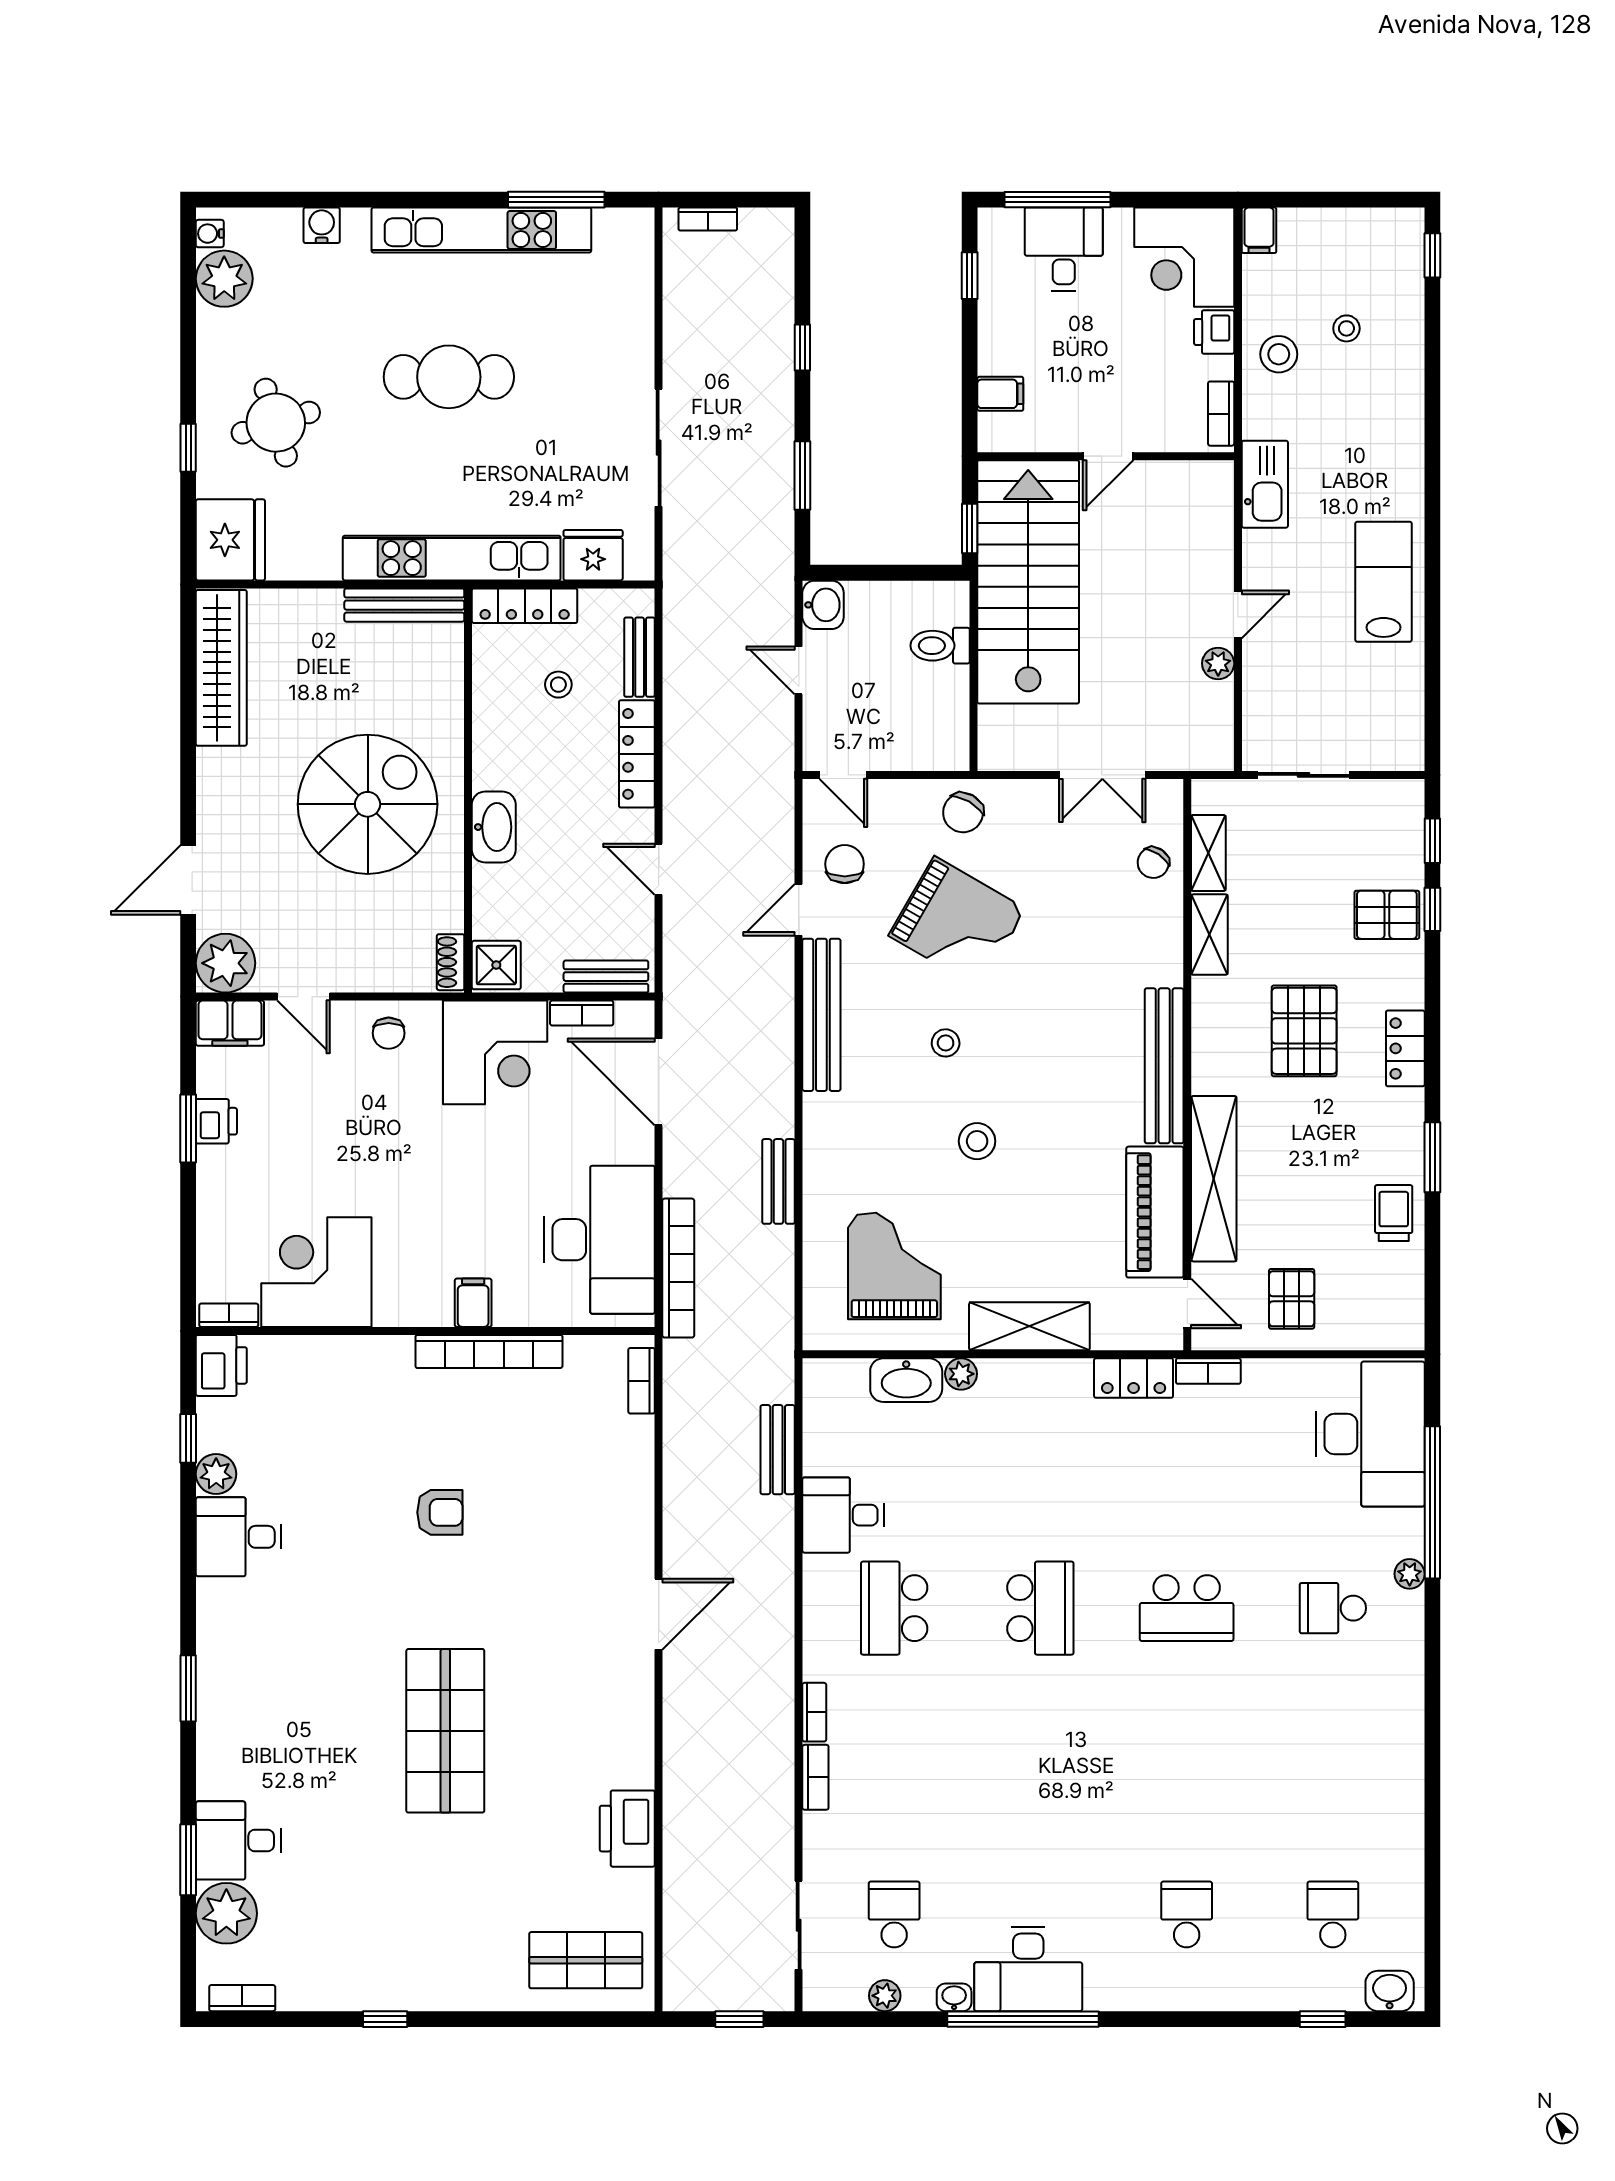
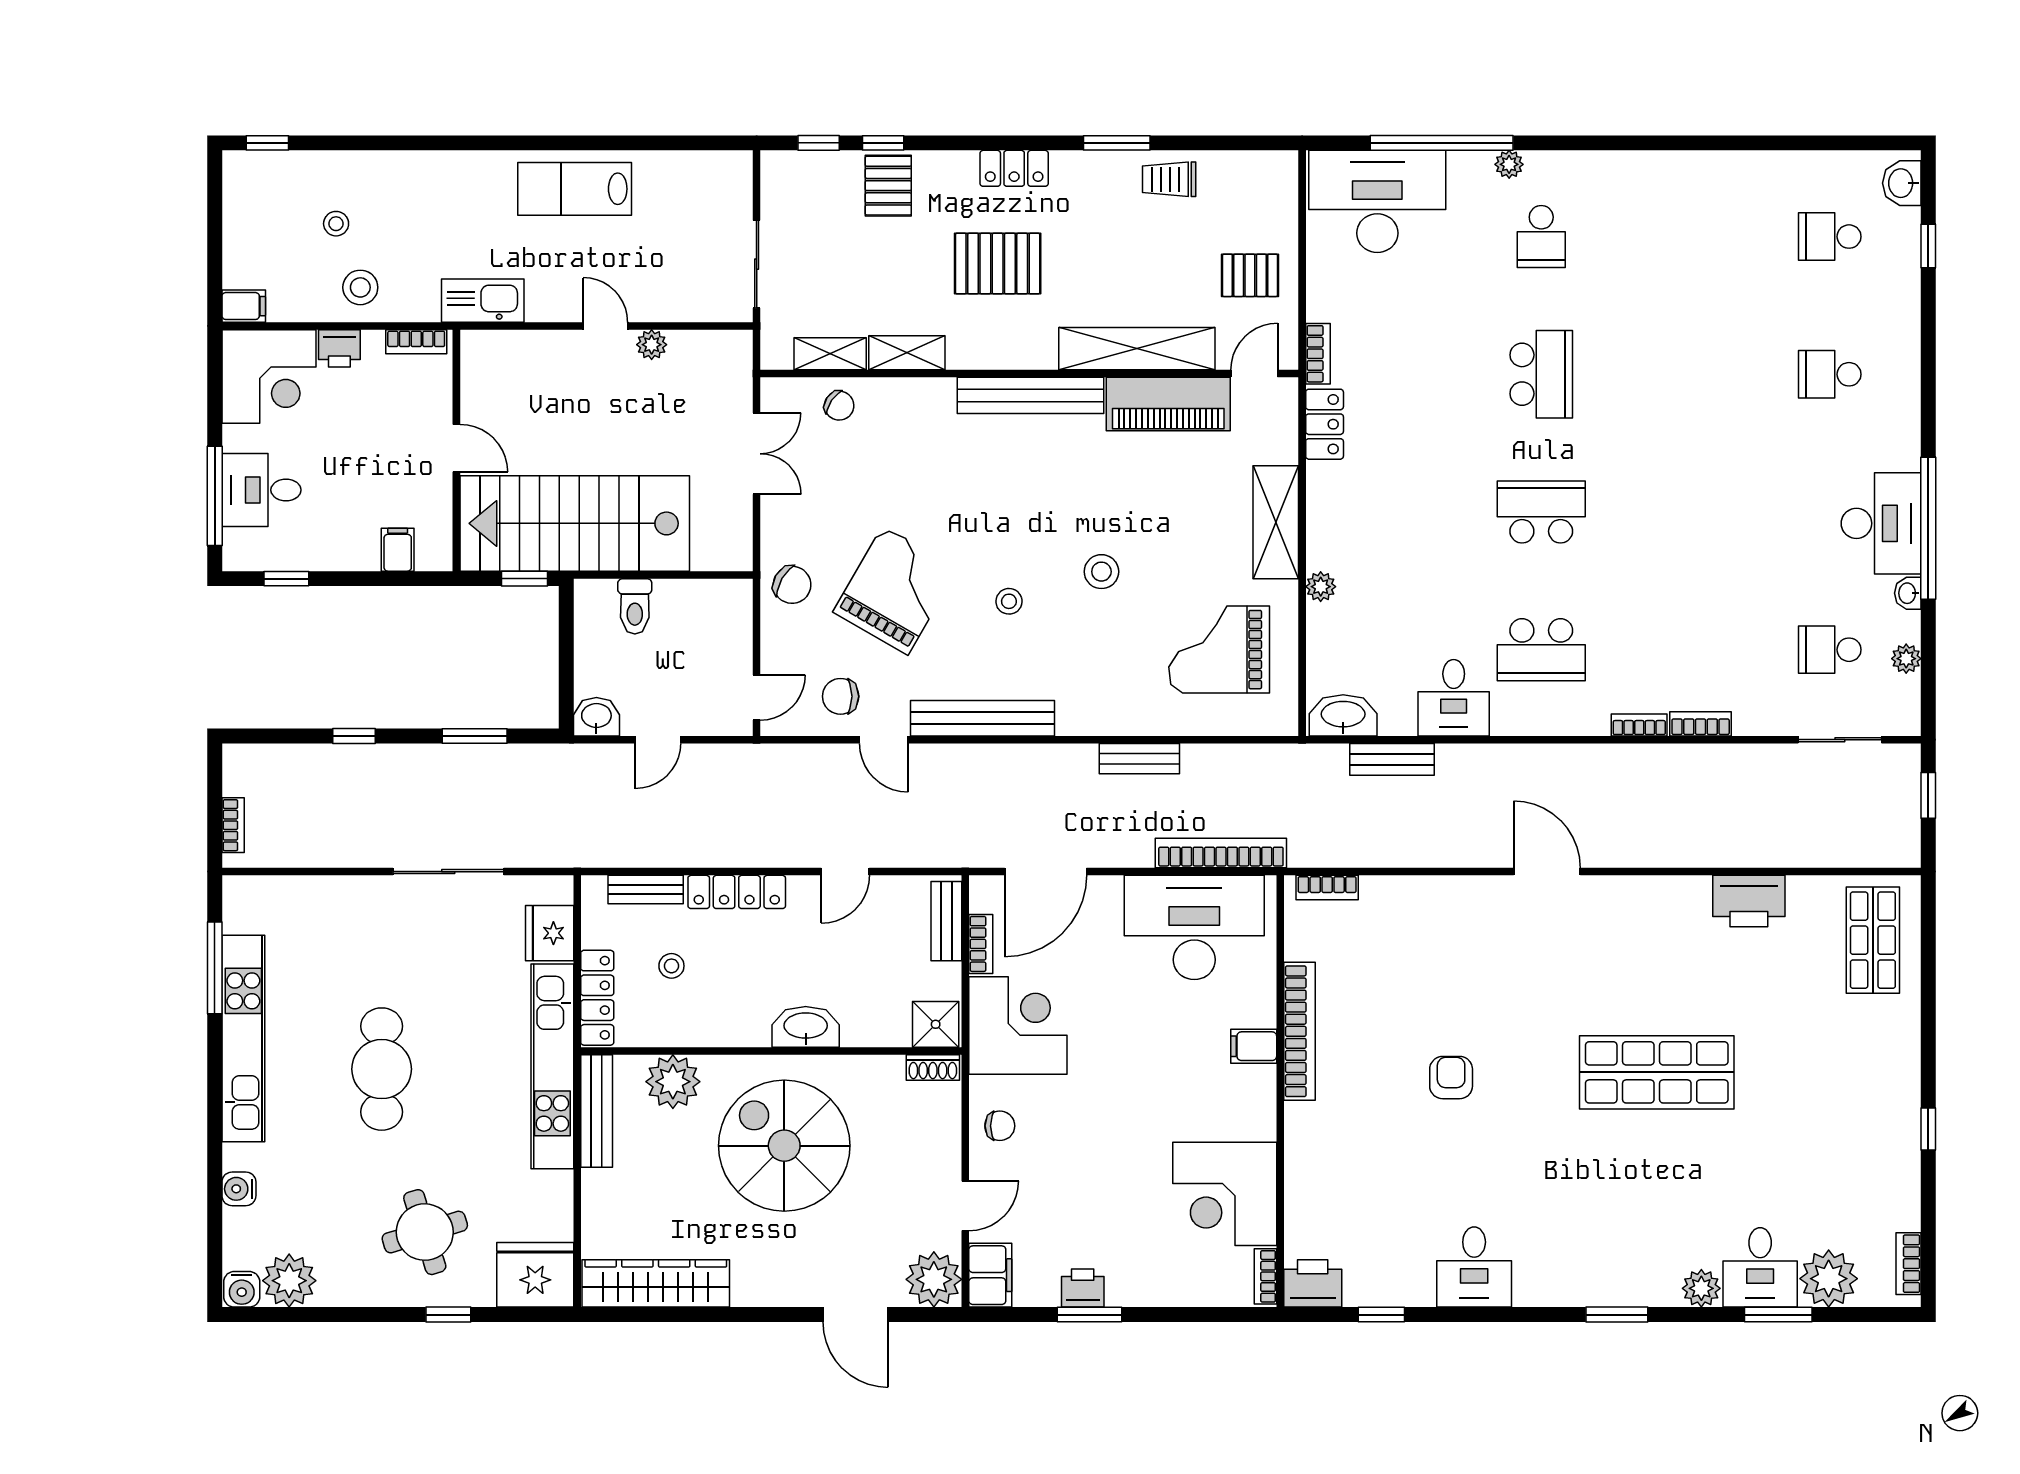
water cooler: (210, 234) -> (242, 1289), width x1.38, depth x1.38
plant: (435, 686) -> (673, 1082), added
washbasin: (906, 1380) -> (1343, 715), moved, turned -90
plant: (216, 1474) -> (1701, 1288), moved

